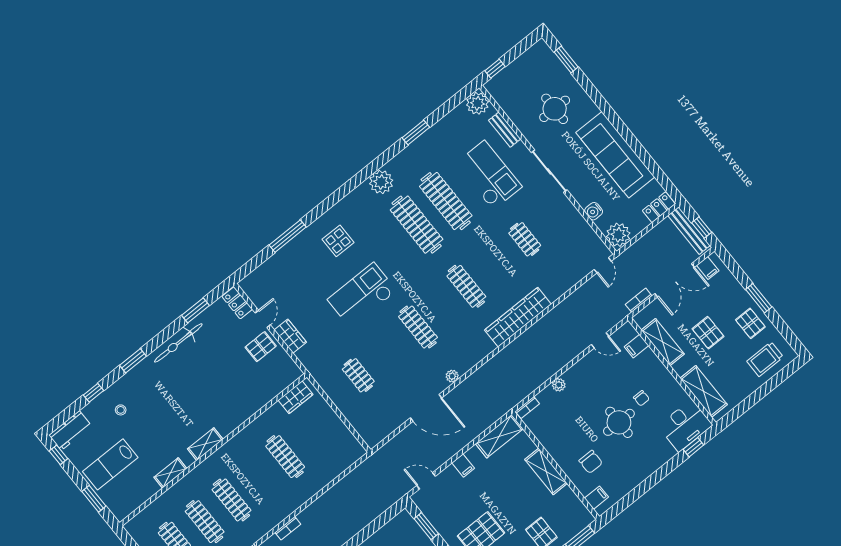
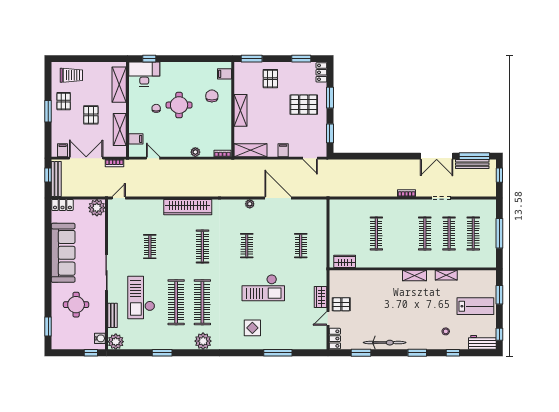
water cooler: (594, 211) -> (100, 338), moved
clothes rail: (418, 327) -> (247, 246), width x0.73

